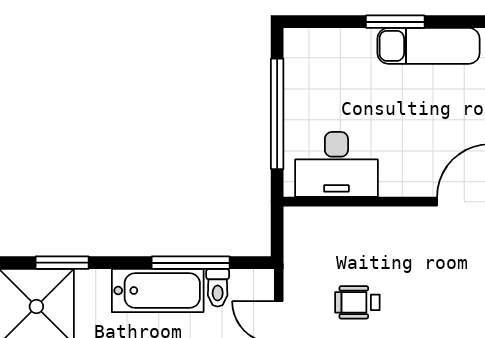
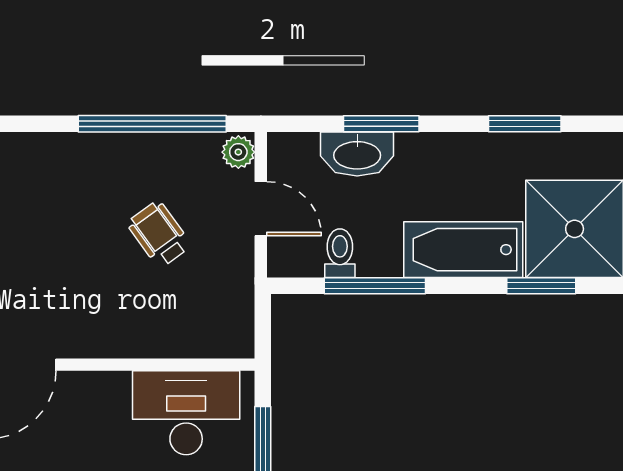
bathtub: (158, 291) -> (463, 250), moved
wheelchair: (357, 302) -> (159, 234), turned -126

